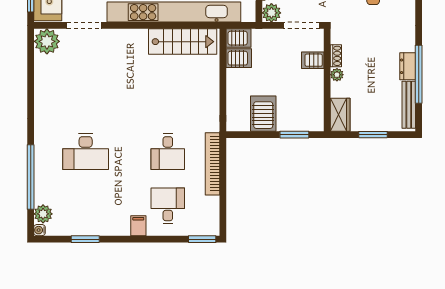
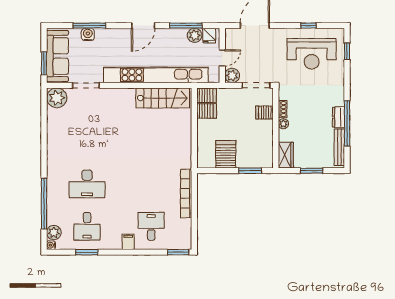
desk: (168, 152) -> (87, 226), moved

